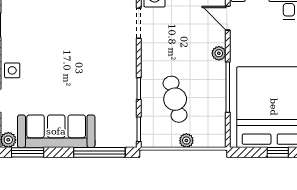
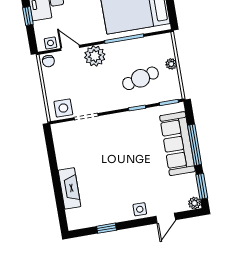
door: (228, 18) -> (70, 48), swing flipped
plant: (219, 53) -> (95, 56), width x1.88, depth x1.88
sofa: (56, 131) -> (177, 144), moved
window: (99, 152) -> (195, 145), moved

